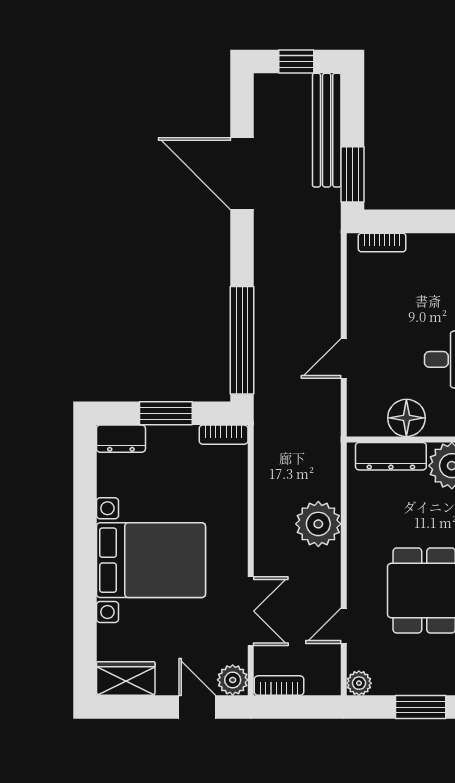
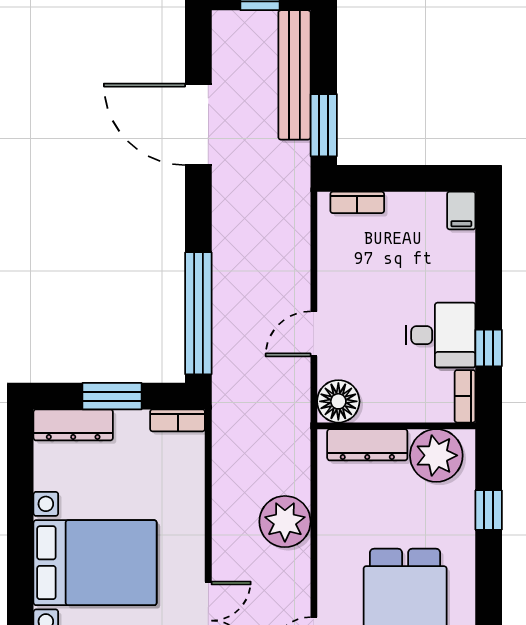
floor lamp: (406, 418) -> (338, 401), moved
dresser: (121, 439) -> (73, 425), width x1.44

